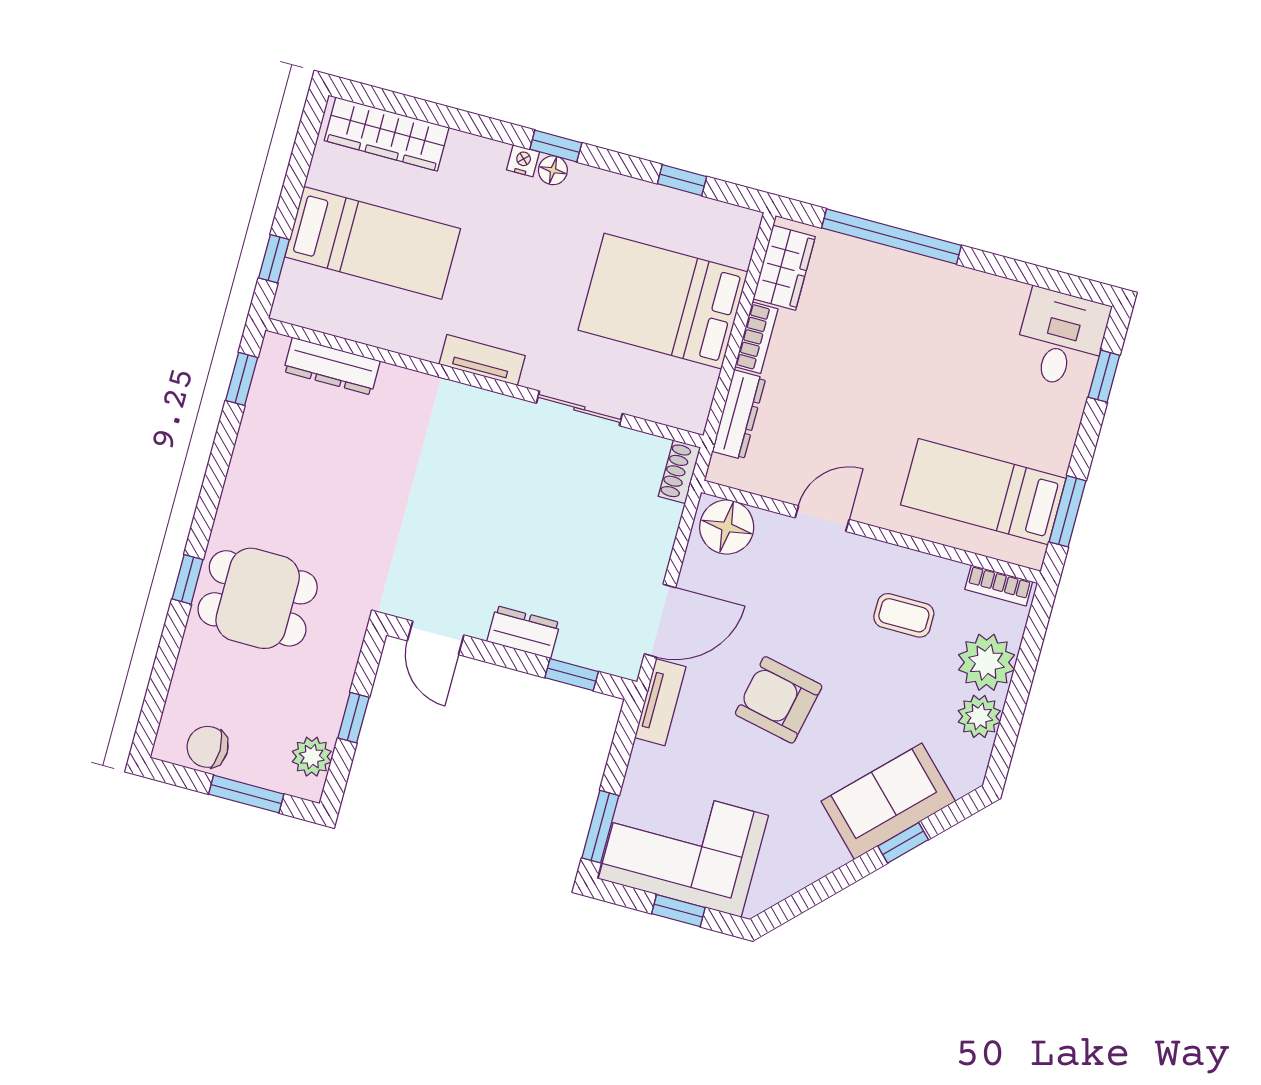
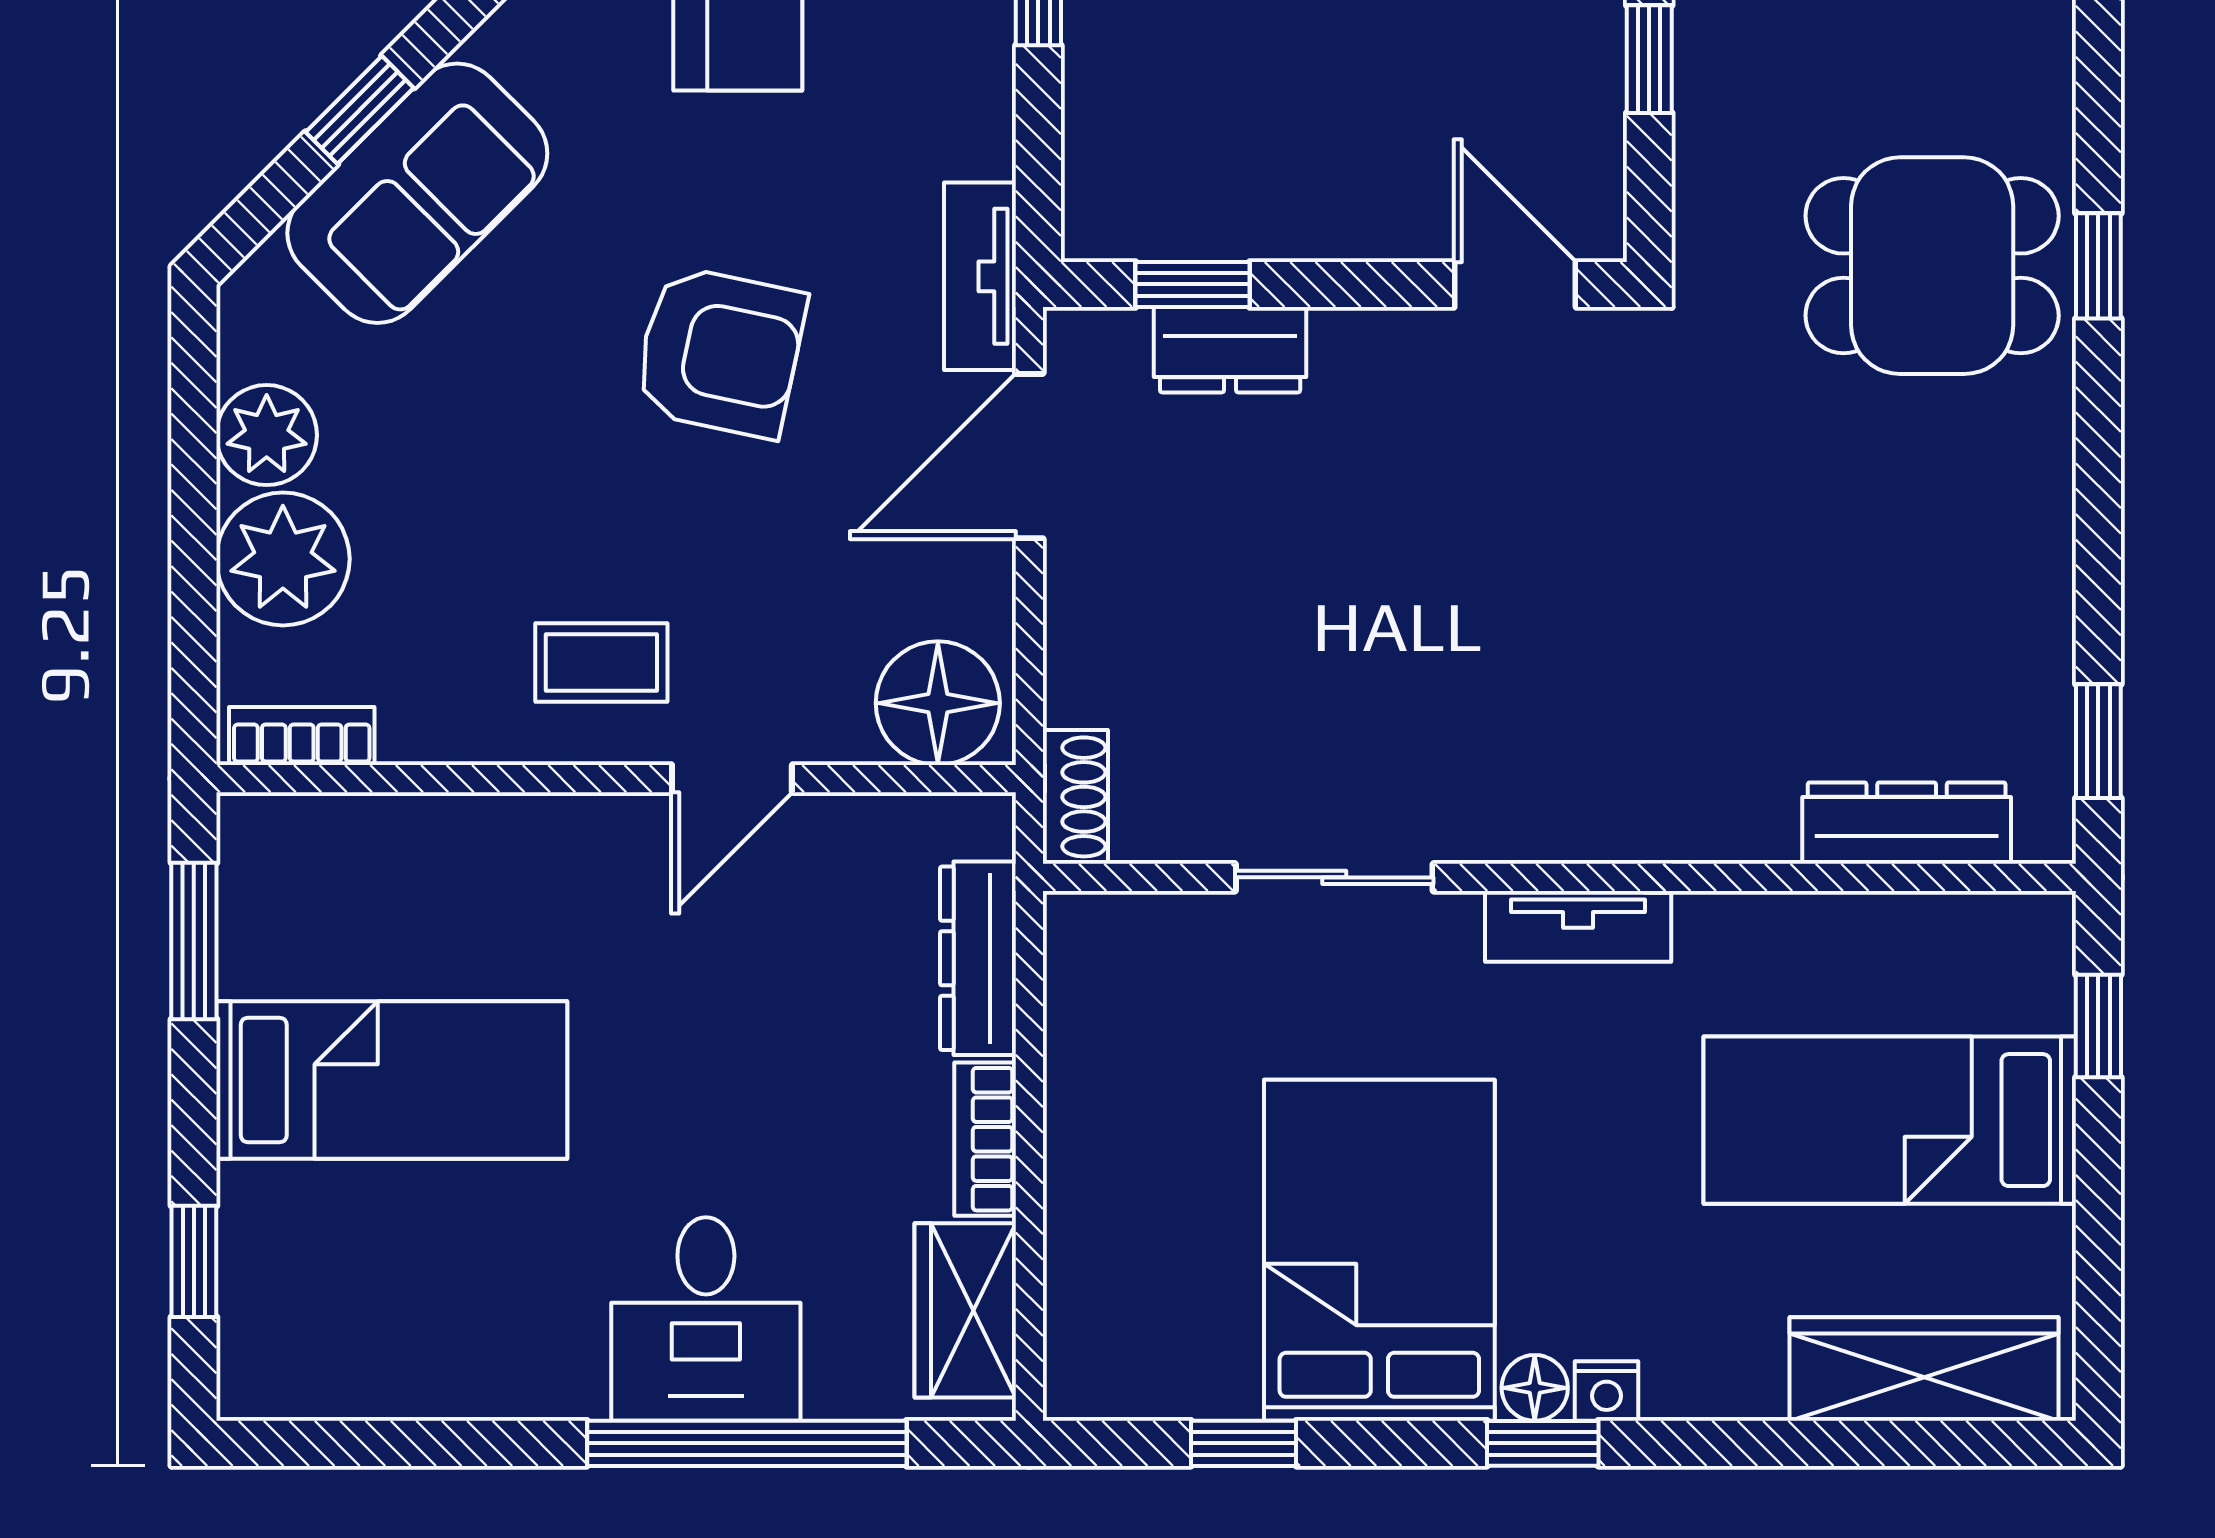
bed: (663, 301) -> (1379, 1250), moved, turned -90
desk: (1061, 339) -> (706, 1319), moved
bed: (983, 492) -> (392, 1080), moved
coffee table: (904, 615) -> (601, 662), moved
dresser: (524, 632) -> (1230, 350), moved

